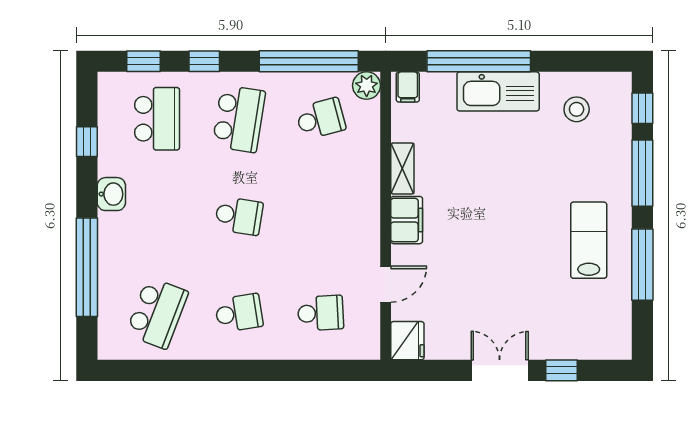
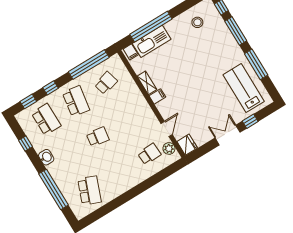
plant: (367, 86) -> (169, 148), moved
kitchen sink: (498, 91) -> (152, 41), moved
filing cabinet: (407, 220) -> (157, 96), width x0.50
lab bench: (589, 240) -> (244, 88), moved, width x1.36, depth x1.39
school desk: (239, 313) -> (119, 172), removed

